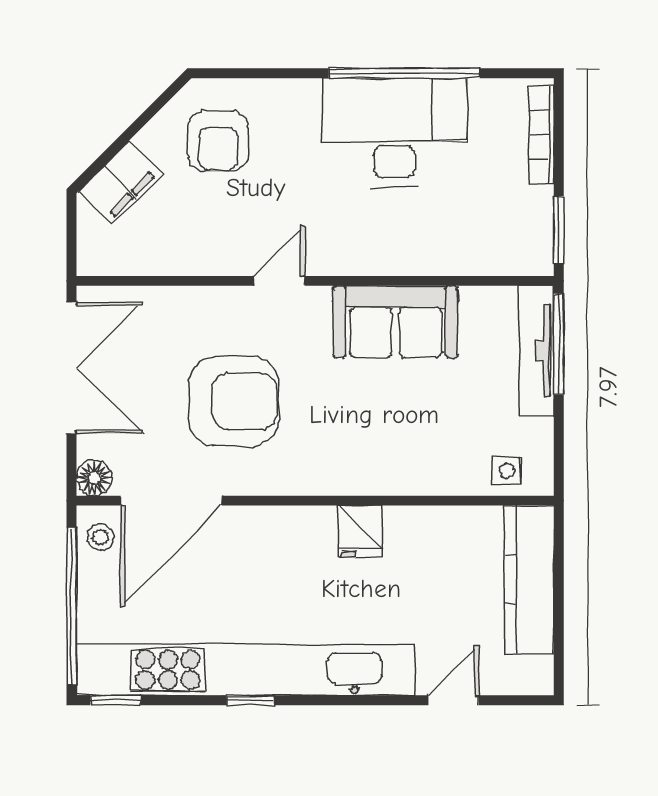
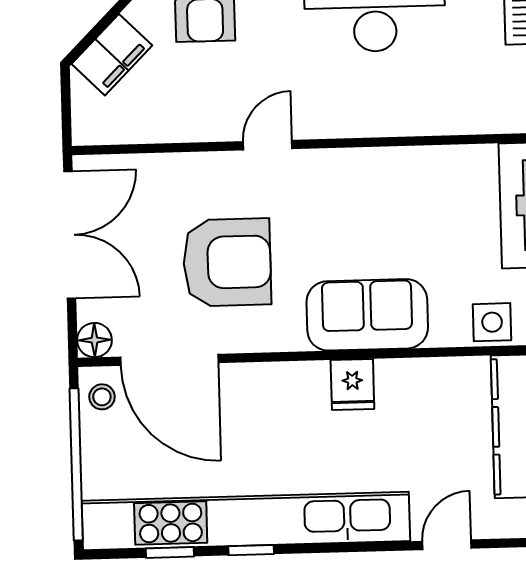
sofa: (395, 322) -> (367, 315), moved, turned 180
side table: (507, 471) -> (492, 322), width x1.37, depth x1.37
door: (171, 501) -> (169, 360), hinge flipped
window: (116, 700) -> (170, 552), moved

